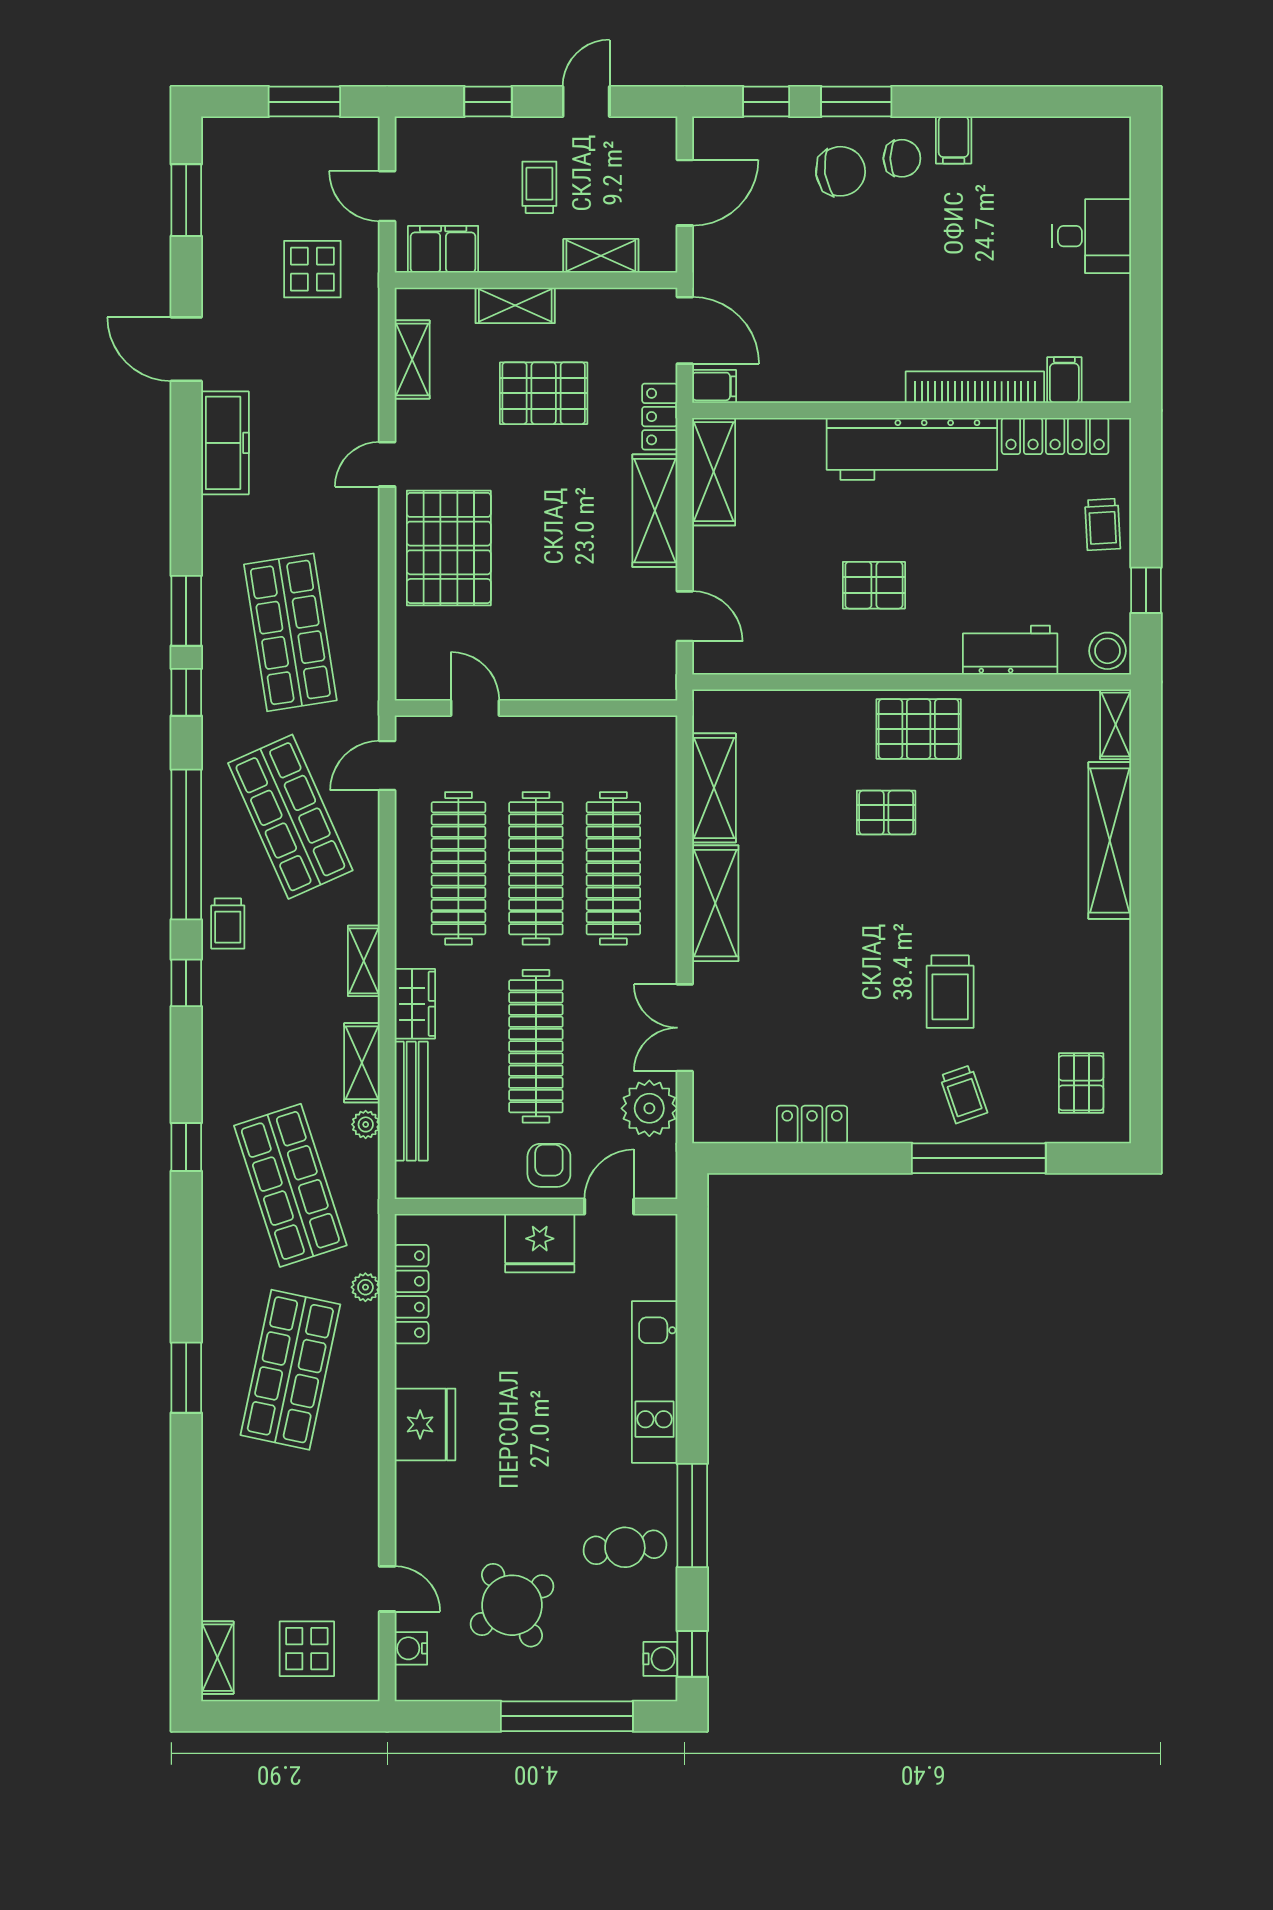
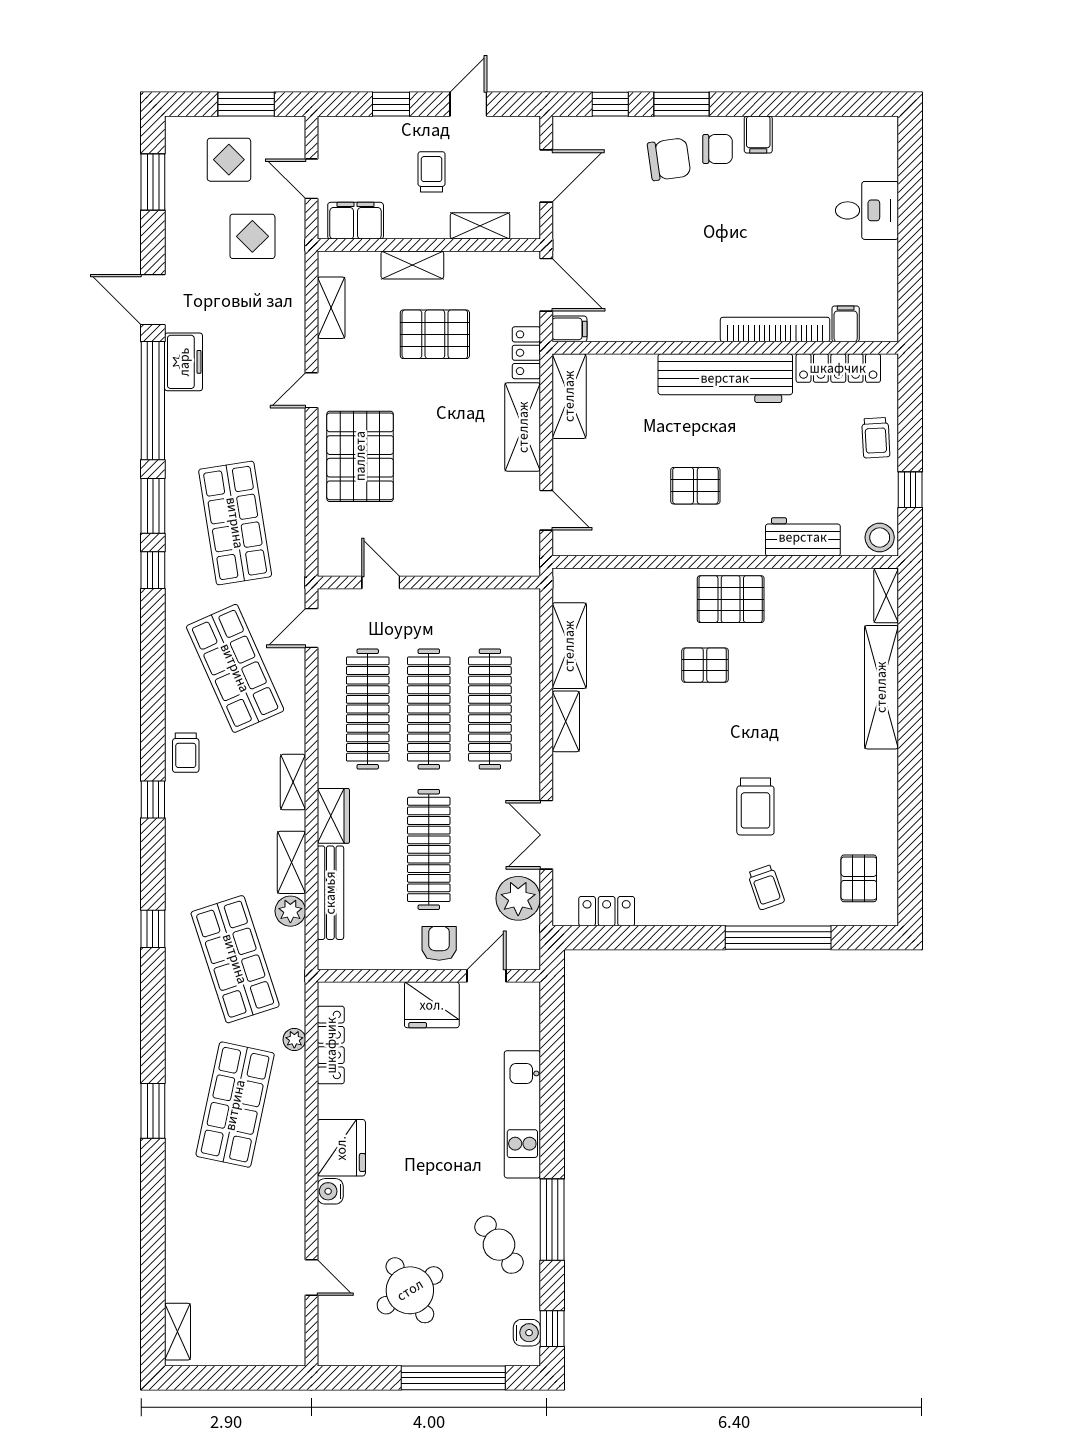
freezer: (225, 443) -> (184, 362), width x0.71
window: (186, 844) -> (153, 401), moved
shelving: (715, 903) -> (566, 721), width x0.67, depth x0.75
plant: (366, 1124) -> (290, 911), width x1.38, depth x1.38
locker: (812, 1125) -> (607, 911), moved
cafe table: (625, 1547) -> (499, 1245), turned 60
water cooler: (411, 1648) -> (330, 1191), moved
display table: (307, 1649) -> (229, 160), moved

